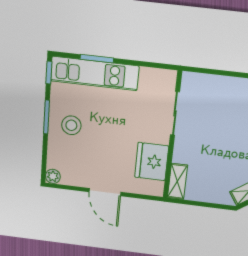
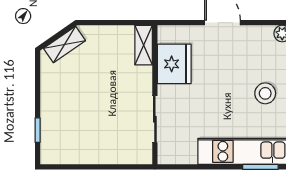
window: (97, 59) -> (260, 167), moved

